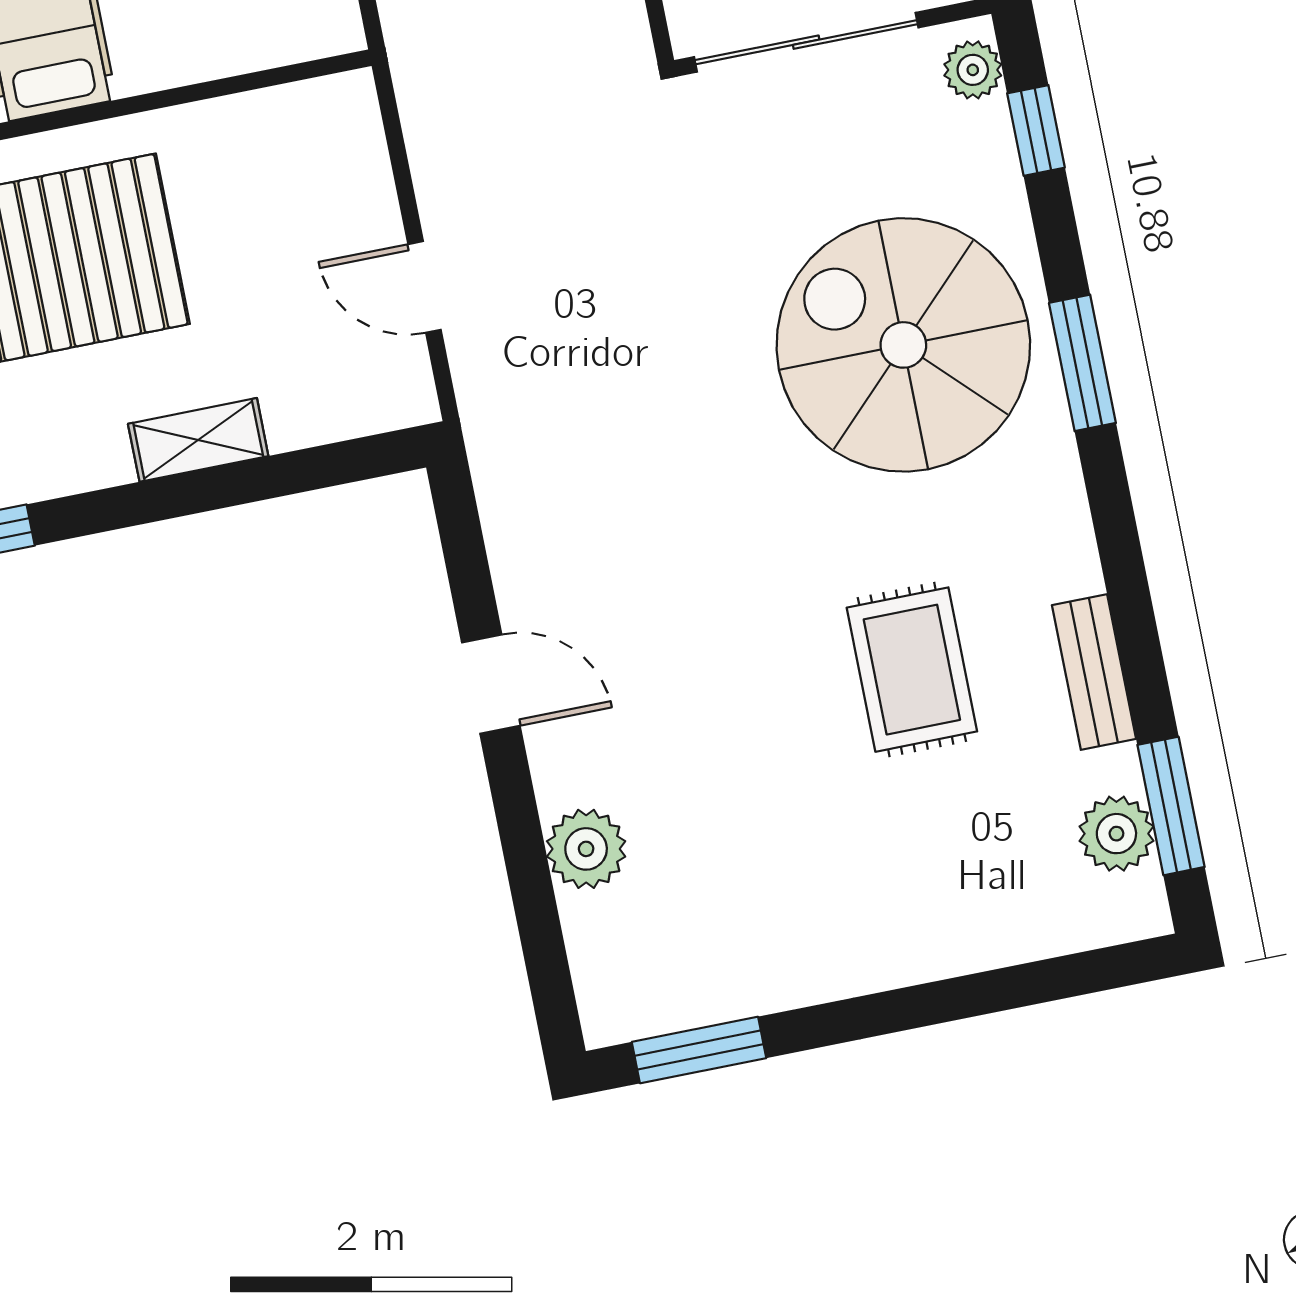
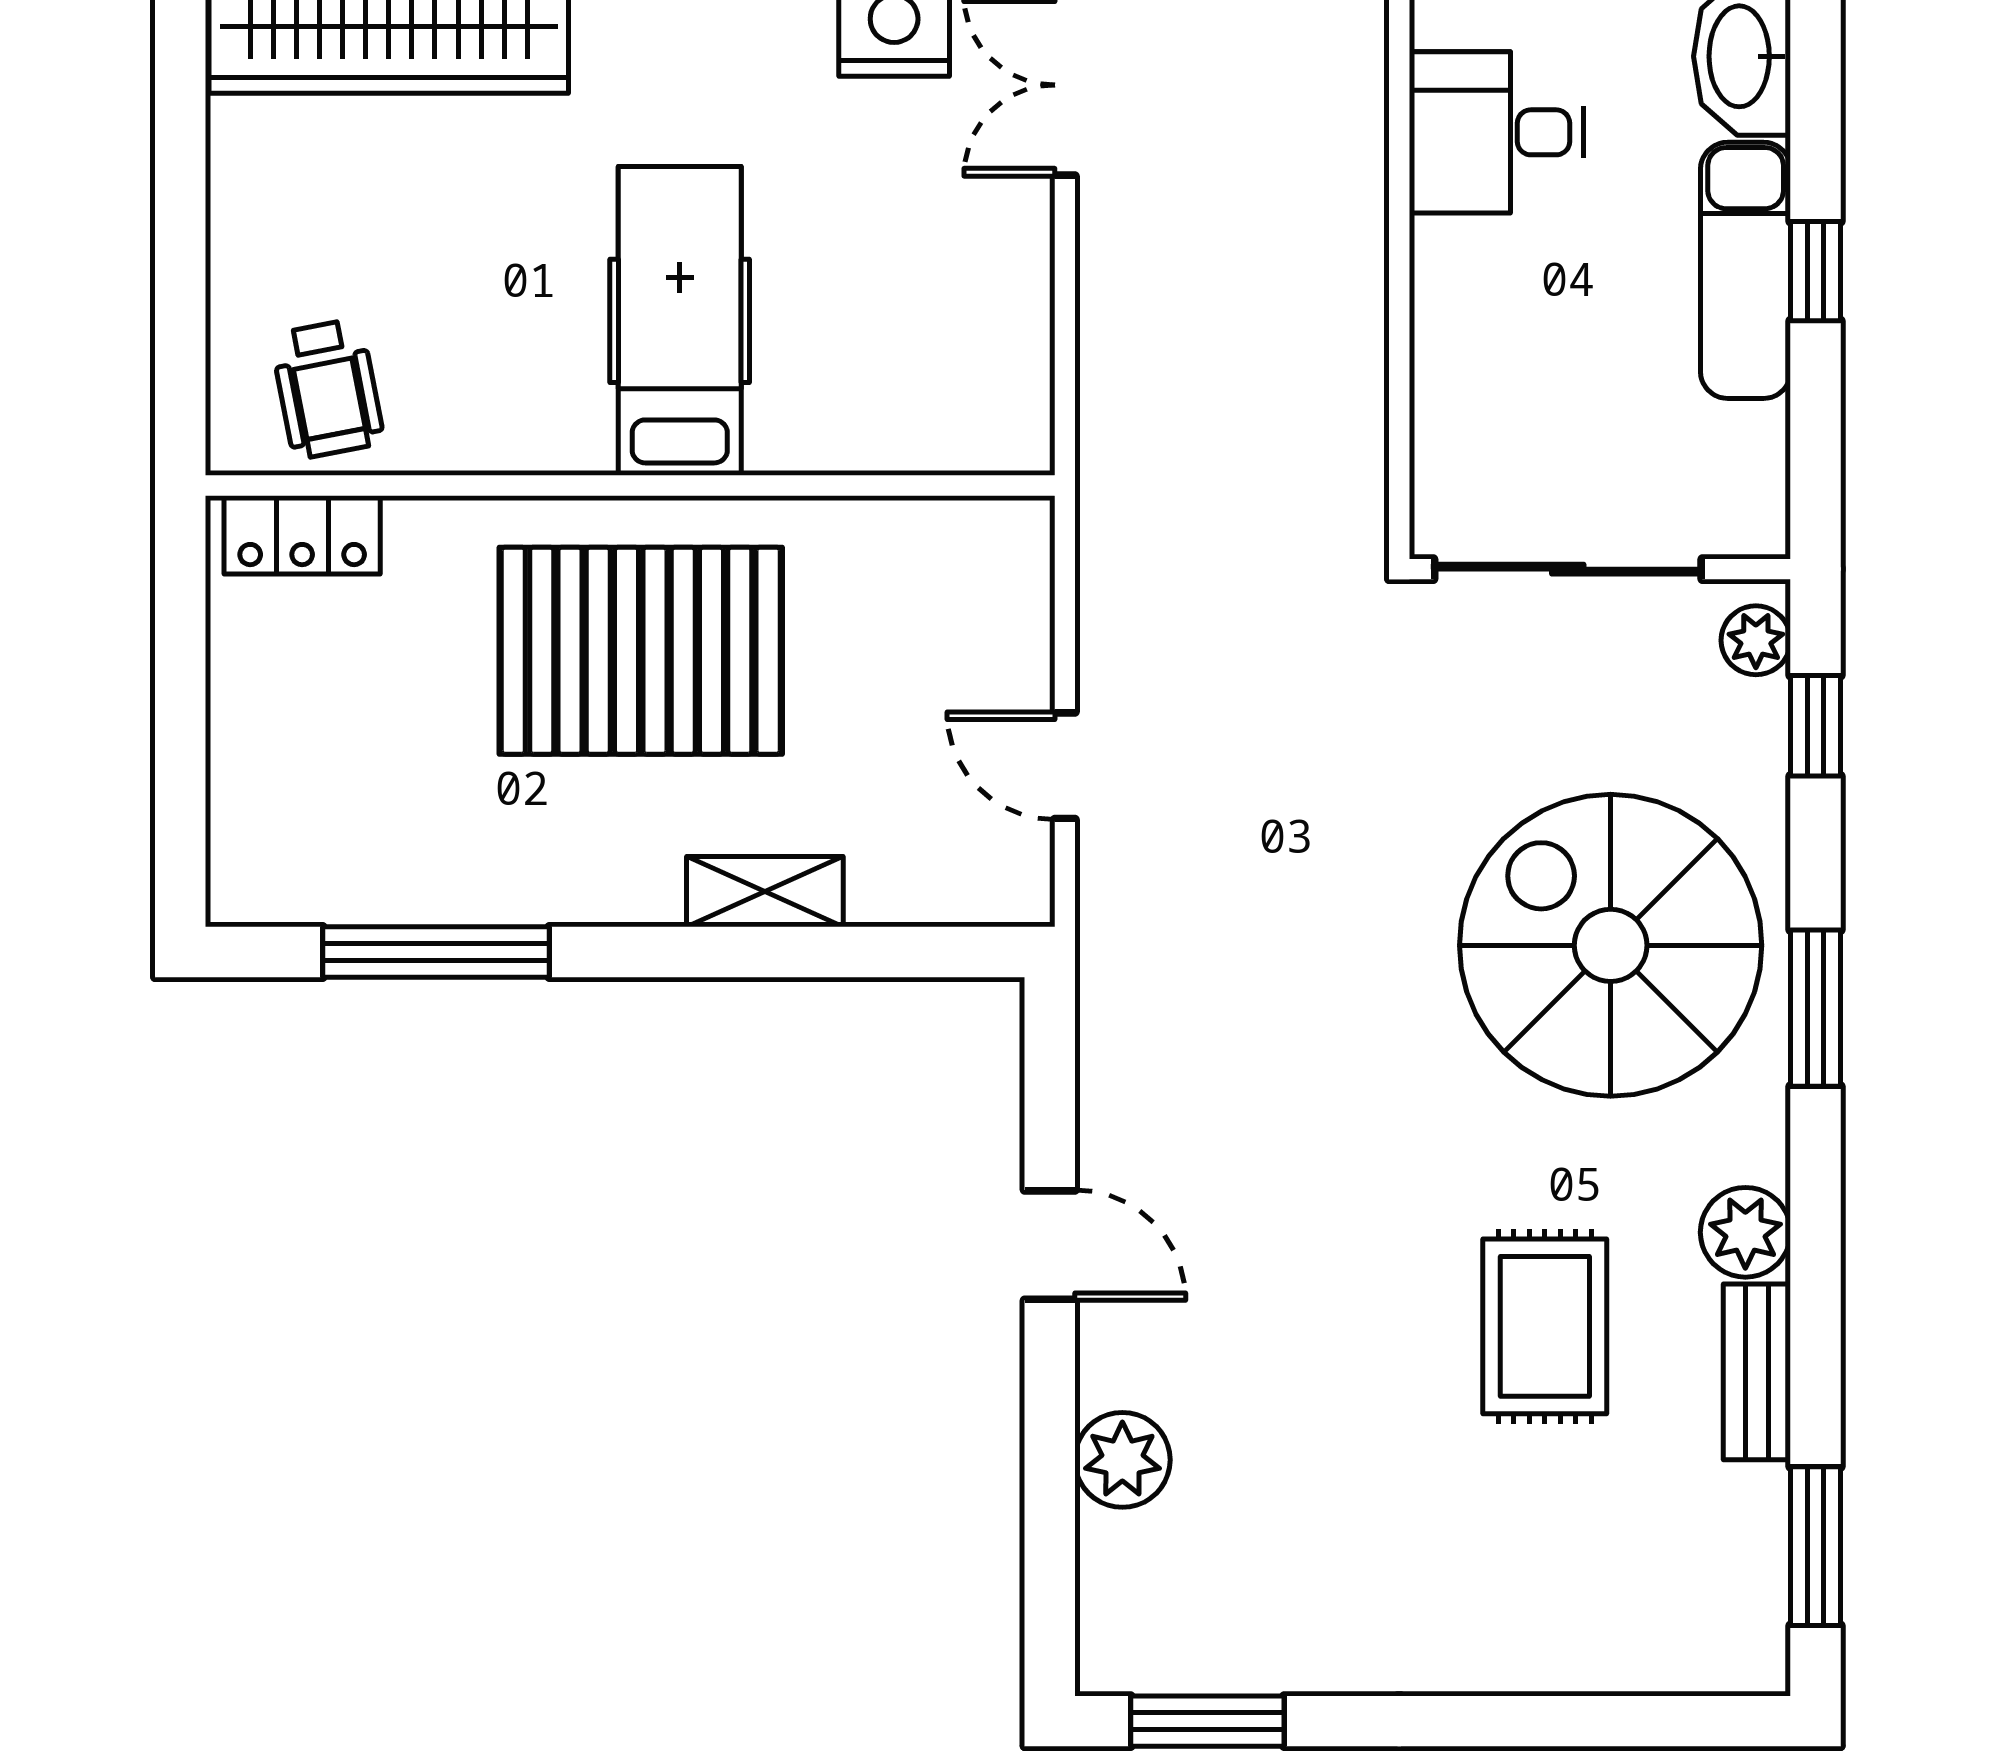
plant: (1116, 834) -> (1745, 1232), moved

